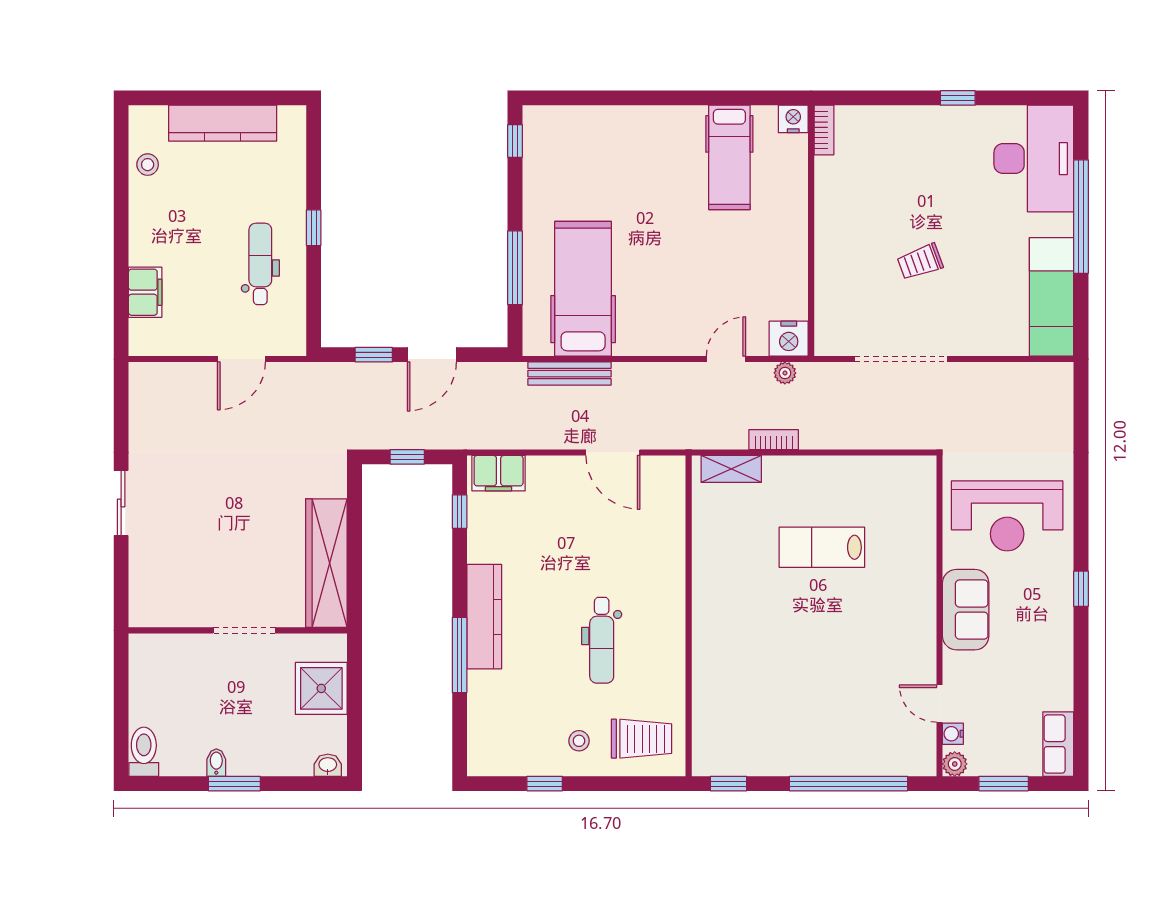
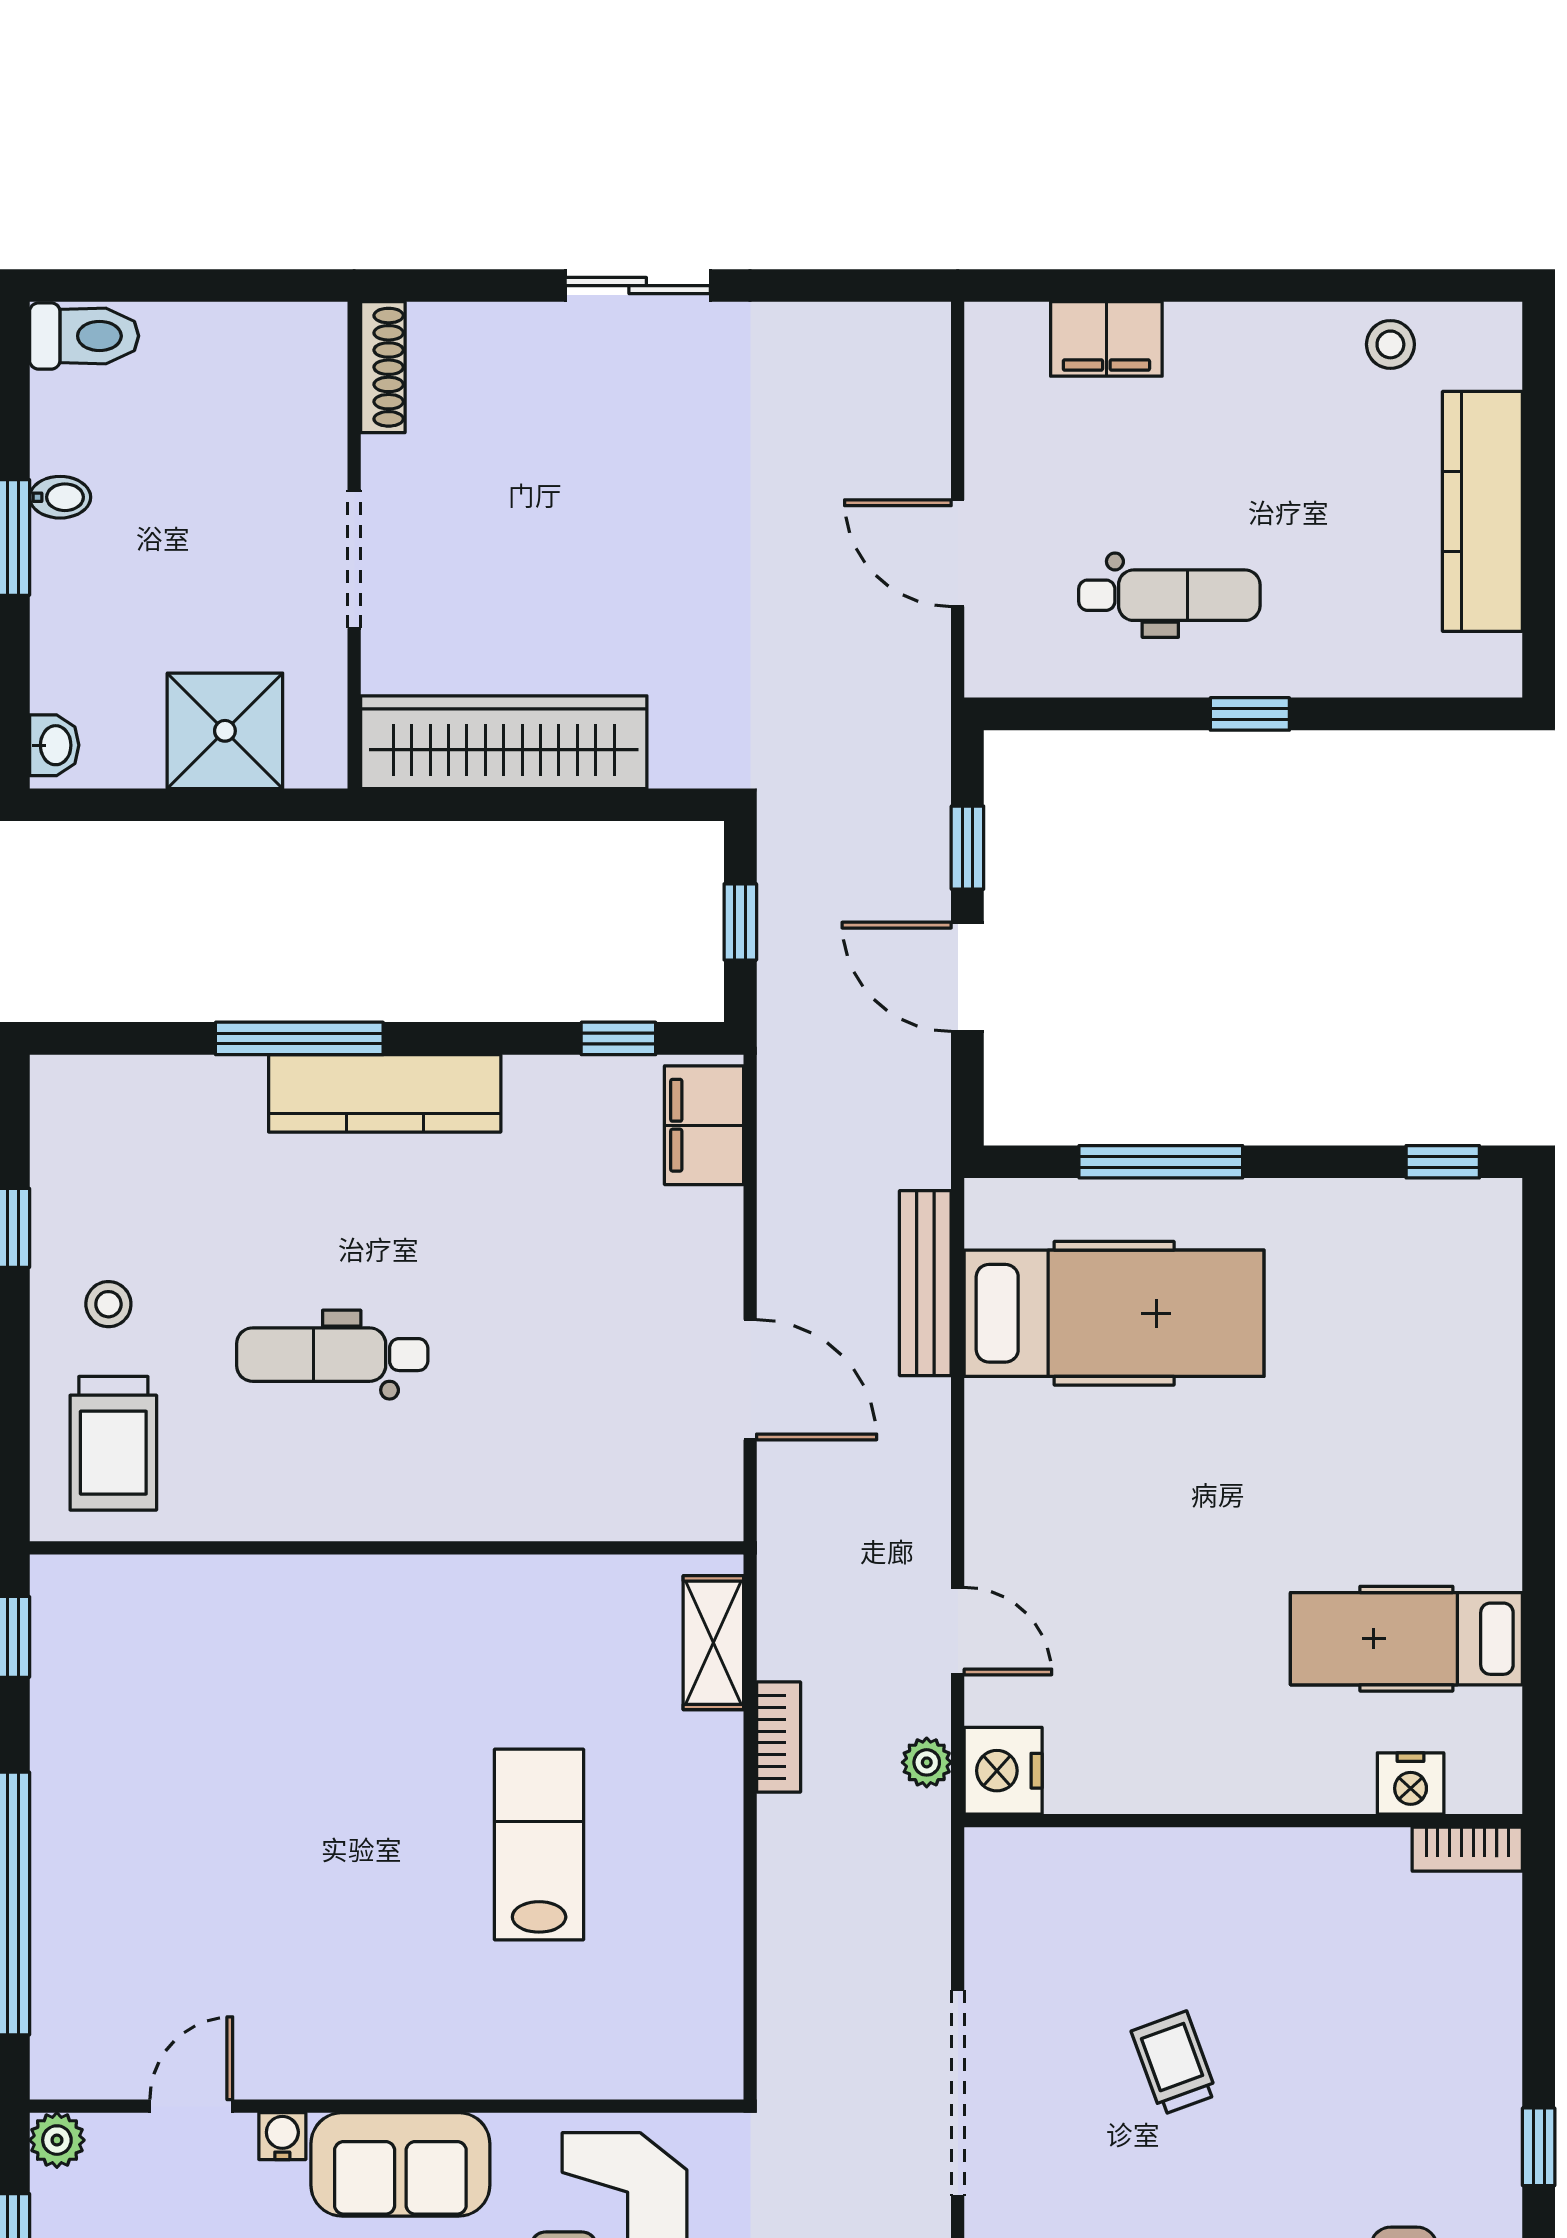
nightstand: (793, 119) -> (1411, 1783), moved, turned 90
doorway: (901, 359) -> (958, 2093), moved
door: (613, 452) -> (750, 1380), swing flipped
shoe rack: (158, 617) -> (383, 367), added
water cooler: (953, 734) -> (282, 2136), moved

